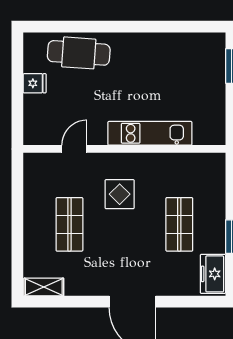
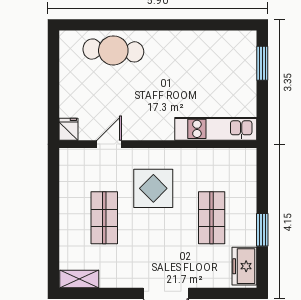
fridge: (35, 83) -> (68, 129), moved, turned -90
kitchen unit: (150, 133) -> (216, 129), moved
display table: (120, 194) -> (153, 188), width x1.36, depth x1.36

